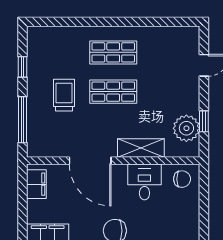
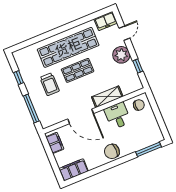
freezer: (184, 36) -> (106, 21), added
shop shelf: (113, 52) -> (68, 47), width x2.00, depth x1.36
trolley: (64, 95) -> (50, 84), turned 180
plant: (186, 128) -> (121, 55), moved

